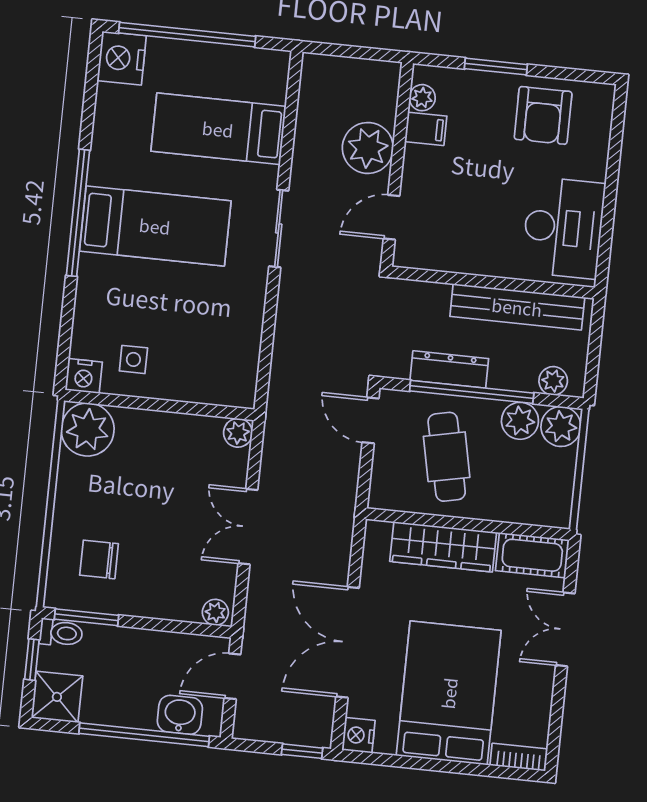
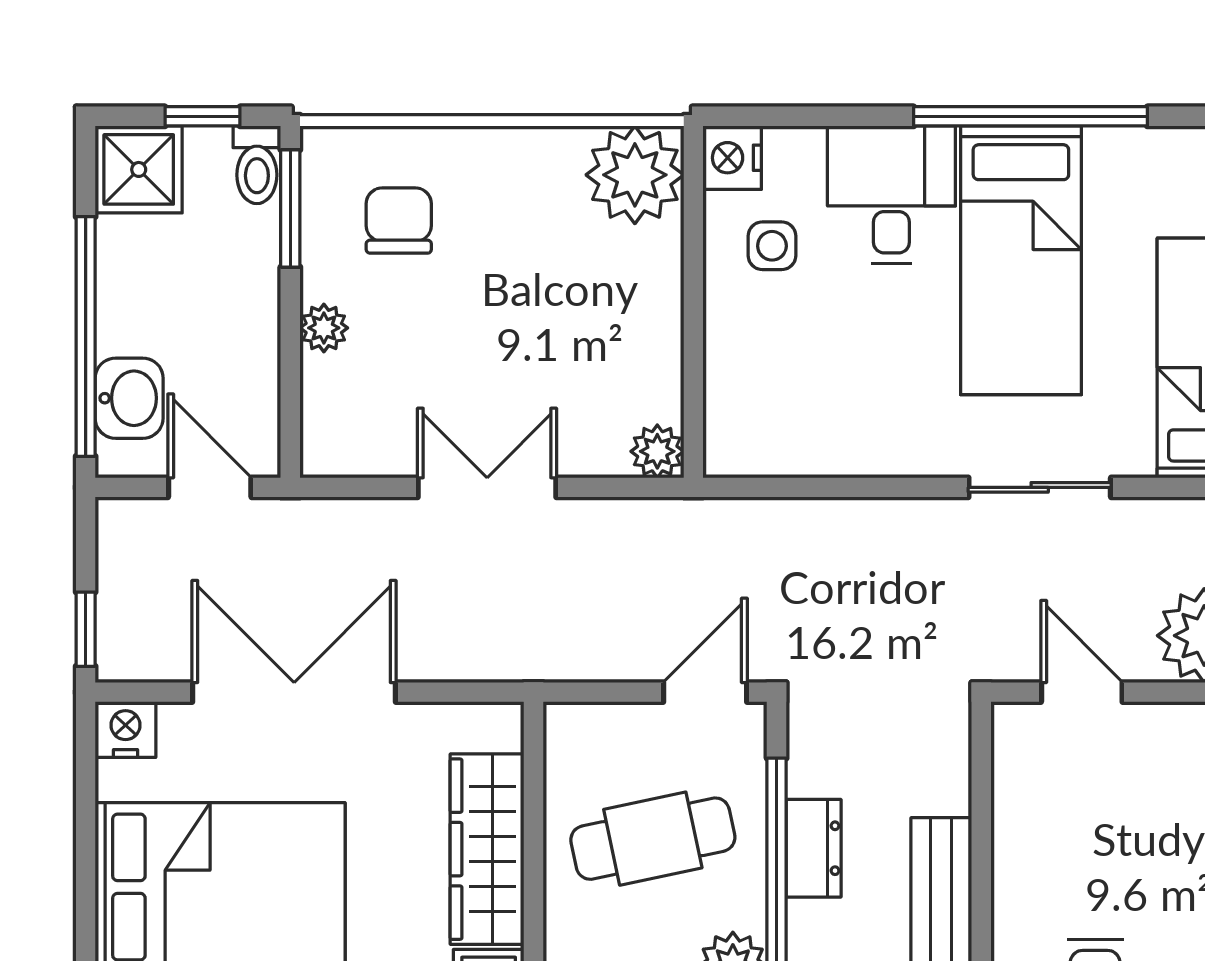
desk: (113, 292) -> (891, 195), added
dresser: (449, 369) -> (814, 848), width x0.70
plant: (215, 612) -> (324, 328), moved

